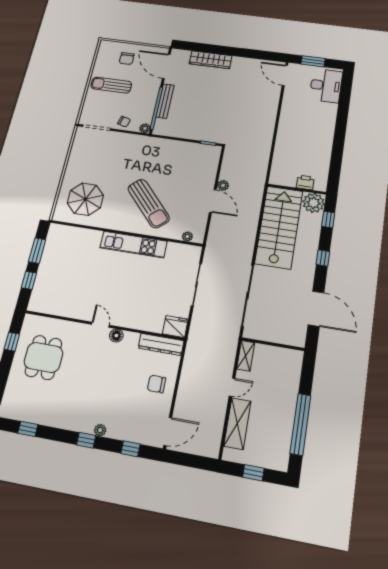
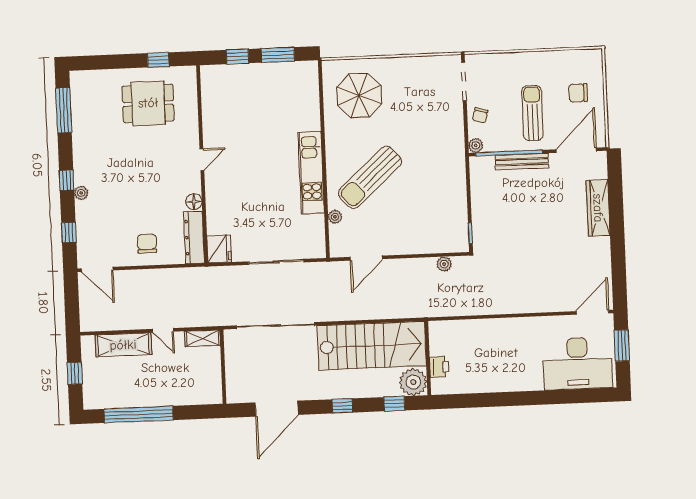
sun lounger: (111, 85) -> (532, 113), moved
desk: (326, 86) -> (578, 363), width x1.36, depth x1.30
plant: (223, 185) -> (444, 264), moved
door: (213, 201) -> (366, 258), moved
plant: (187, 236) -> (335, 217), moved
floor lamp: (116, 336) -> (194, 202), moved
window: (28, 429) -> (64, 110), width x2.17

